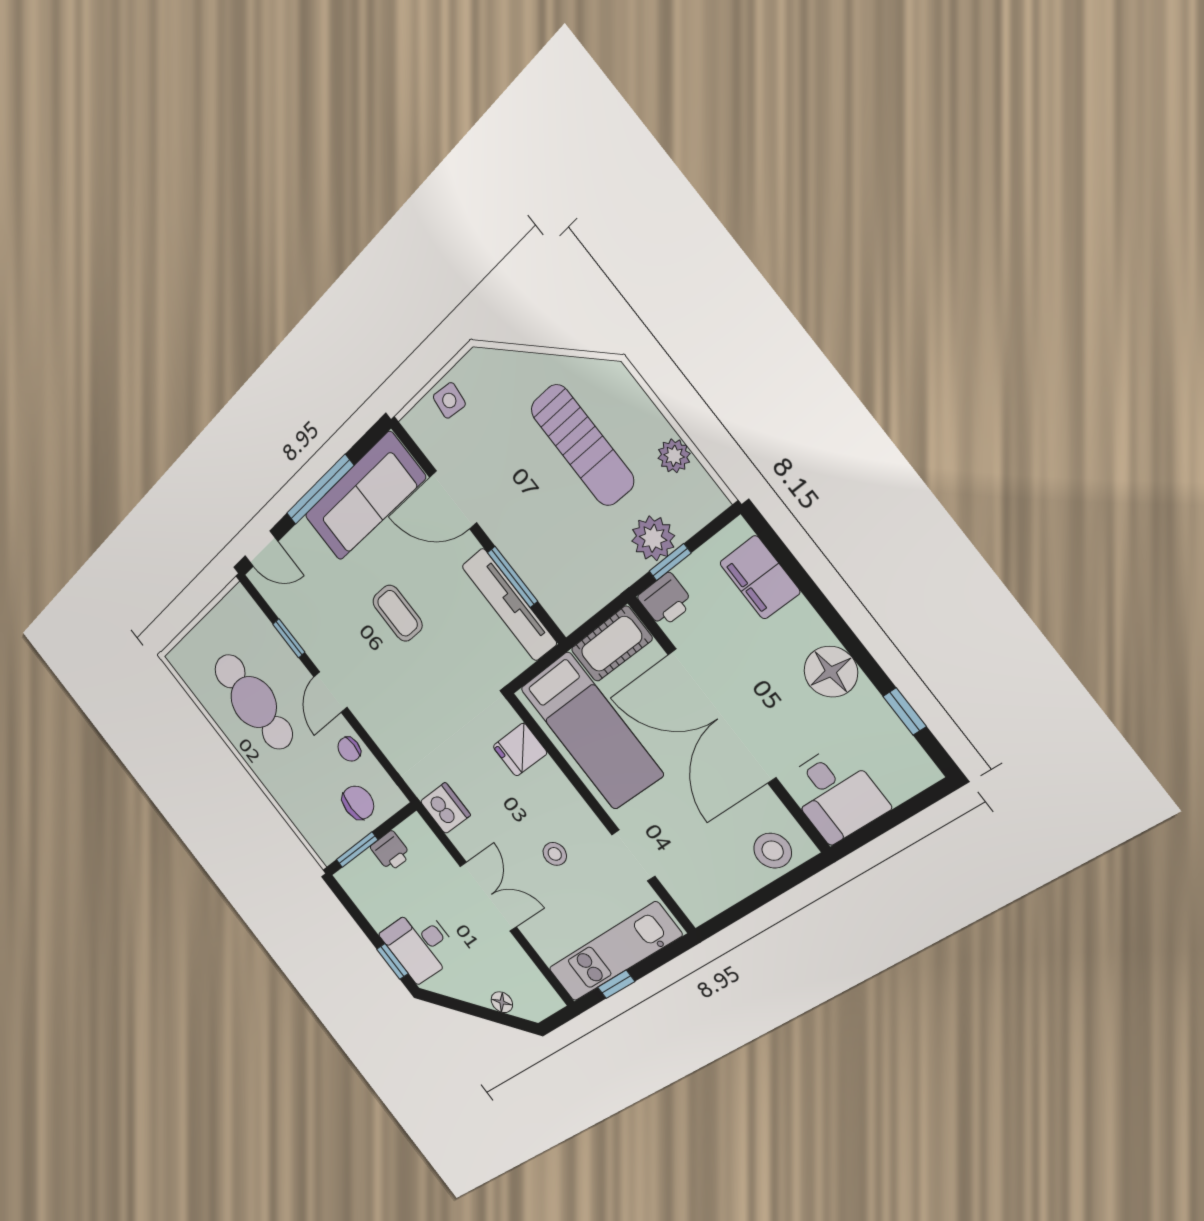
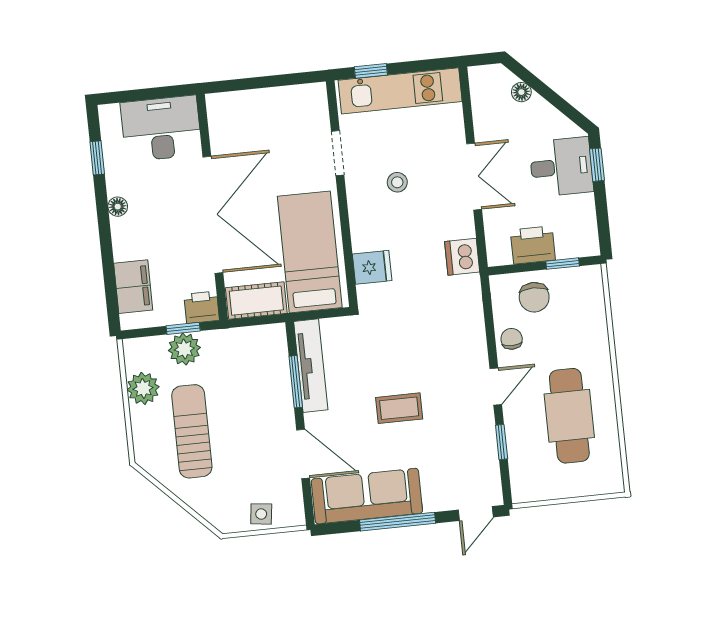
plant: (674, 456) -> (143, 388), width x1.38, depth x1.38
door: (261, 549) -> (476, 514), swing flipped
coffee table: (398, 613) -> (399, 408), turned 90
floor lamp: (831, 672) -> (118, 207), width x0.53, depth x0.53
chair: (349, 749) -> (512, 339), turned -90
desk: (835, 794) -> (161, 129), width x1.37
chair: (358, 803) -> (534, 297), turned -90
window: (357, 850) -> (563, 264), width x0.67
printer: (391, 851) -> (533, 245), width x1.36, depth x1.24
stool: (773, 851) -> (236, 110), removed
double door: (488, 897) -> (474, 177), swing flipped
window: (616, 984) -> (371, 71), moved

